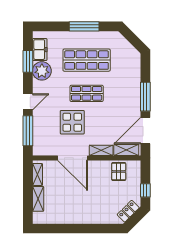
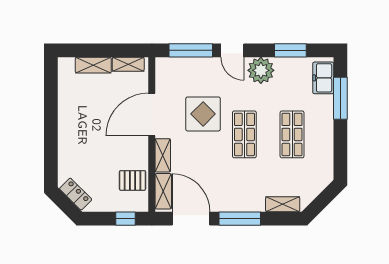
window: (84, 26) -> (340, 98), moved
freezer: (40, 50) -> (323, 78), moved, turned 90
shop shelf: (87, 60) -> (292, 134), width x0.70, depth x0.74
shelving: (135, 67) -> (283, 204), added
plant: (42, 71) -> (261, 70), moved
window: (145, 190) -> (126, 219), moved

